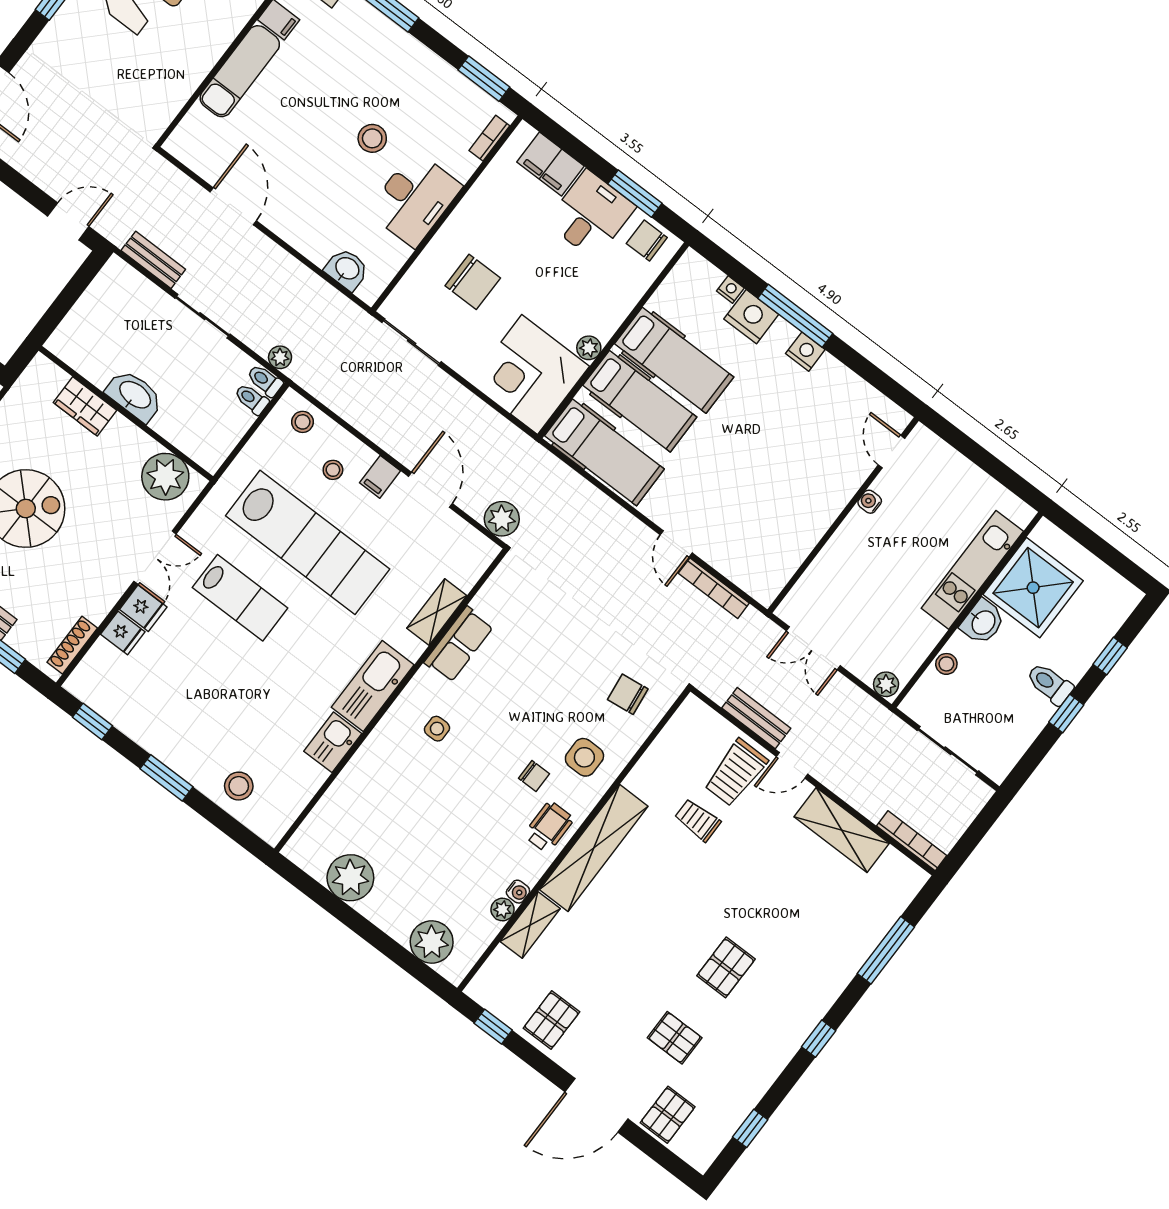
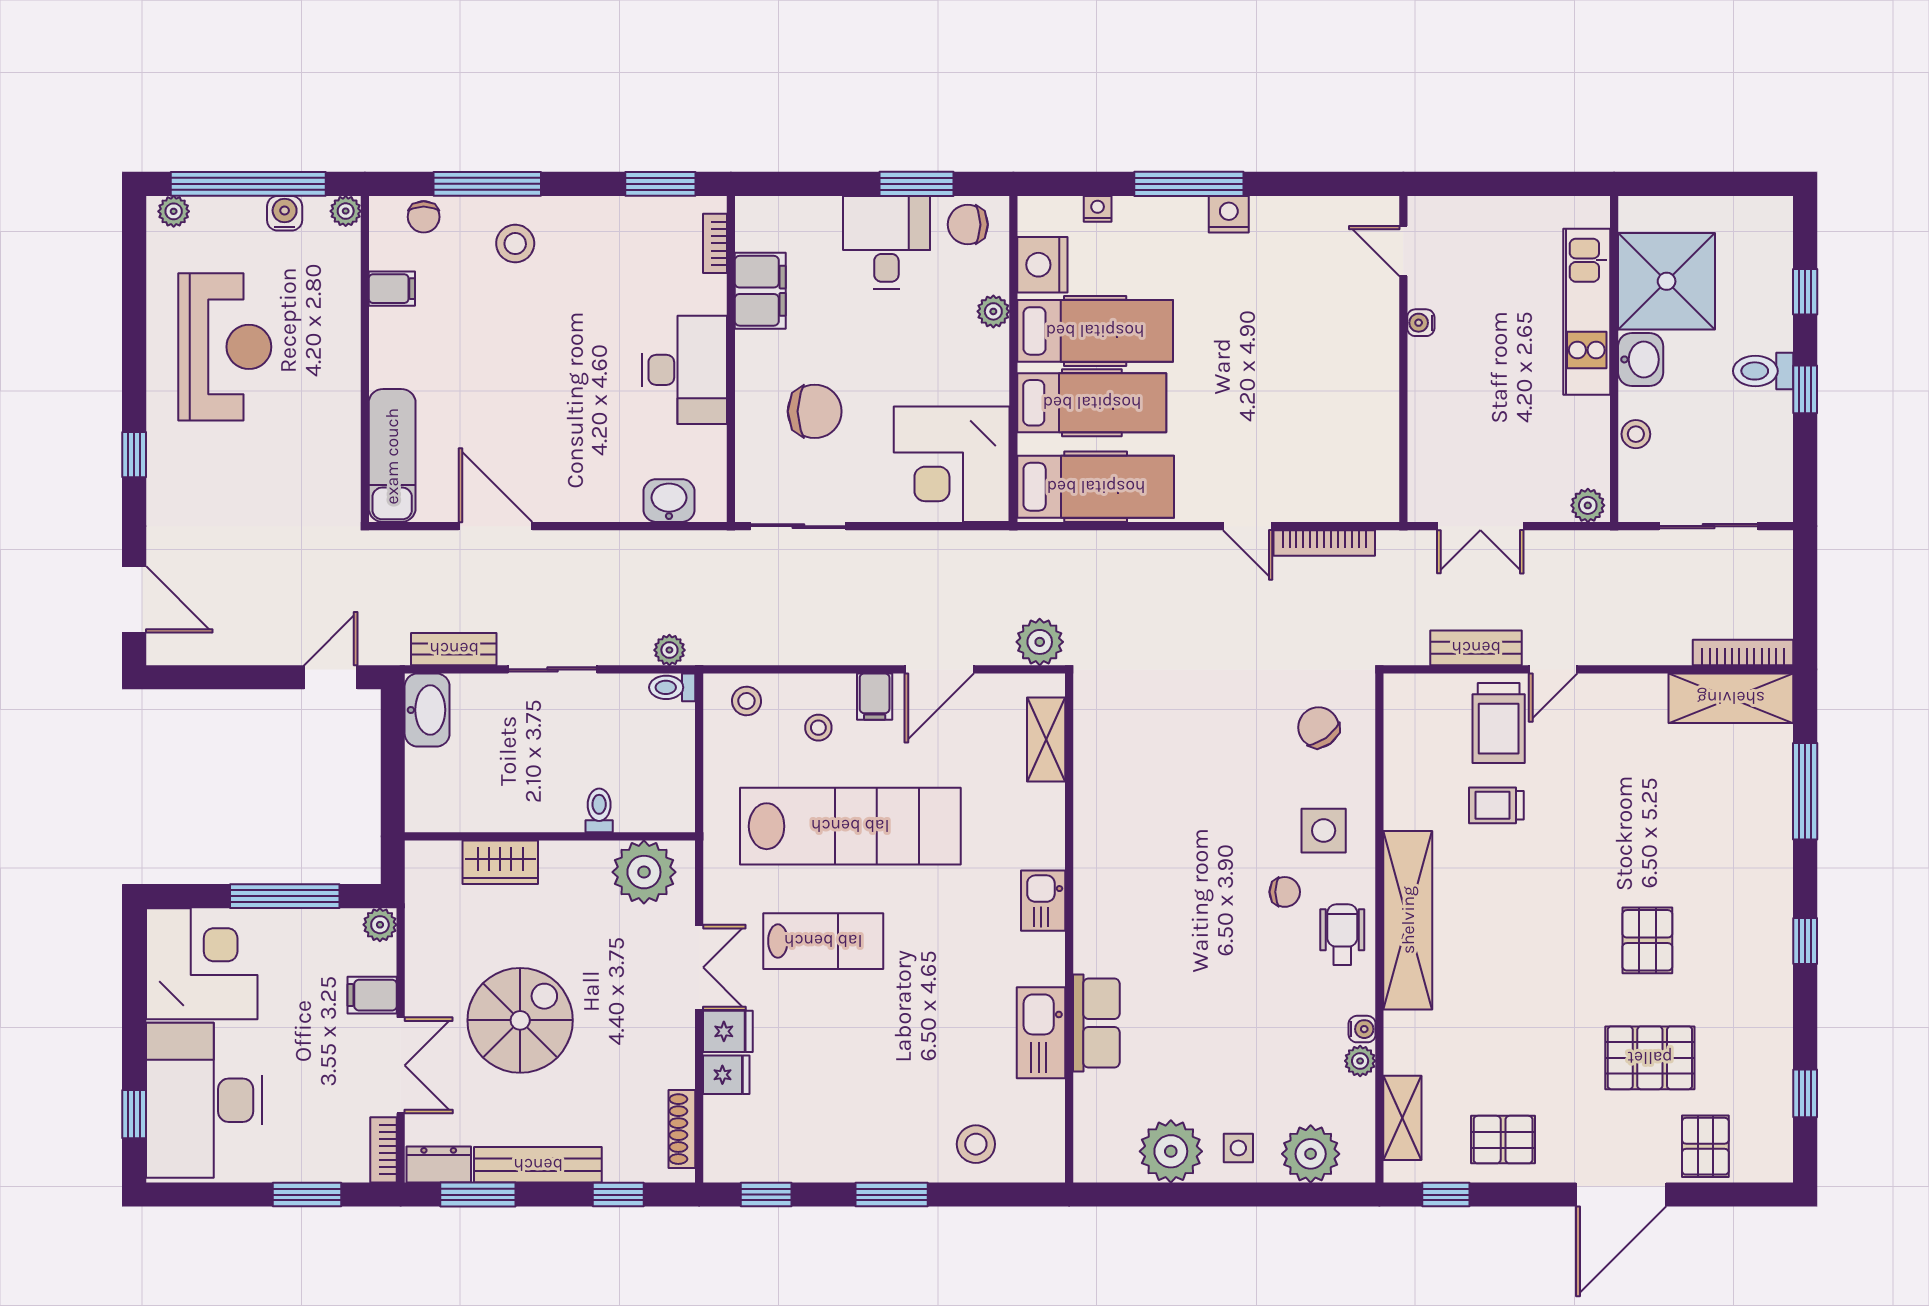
exam couch: (240, 71) -> (392, 456), moved
stool: (372, 138) -> (515, 244), moved
filing cabinet: (550, 164) -> (760, 291), moved, turned -90
nightstand: (751, 317) -> (1042, 265), moved, turned -90
plant: (589, 348) -> (993, 311), moved
washbasin: (135, 395) -> (427, 710), moved, turned 90
toilet: (252, 399) -> (599, 810), moved, turned 90
door: (430, 490) -> (939, 669), swing flipped
shelving: (437, 612) -> (1046, 739), moved
row of seats: (459, 644) -> (1096, 1023), moved
kitchen sink: (373, 686) -> (1043, 901), width x0.53, depth x0.81
chair: (628, 694) -> (1318, 727), turned 61
side table: (437, 729) -> (1238, 1148), moved
kitchen sink: (333, 742) -> (1041, 1033), width x1.38
shelving: (842, 830) -> (1731, 698), moved
shelving: (530, 925) -> (1402, 1118), moved
pallet: (551, 1020) -> (1503, 1140), turned 90
pallet: (675, 1038) -> (1650, 1058), width x1.50, depth x1.42

